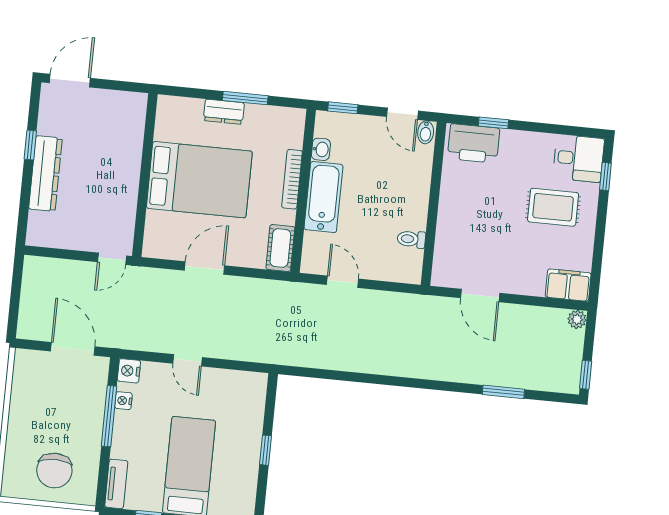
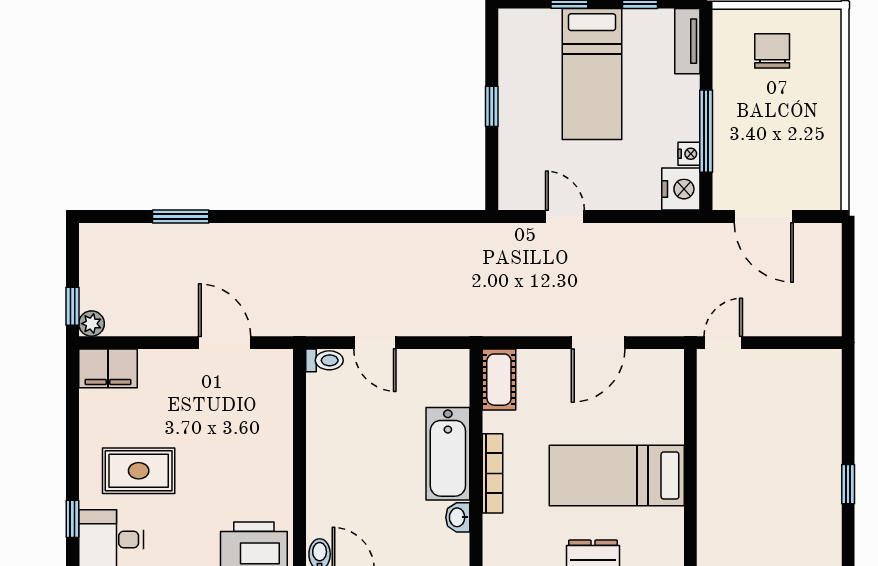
dresser: (45, 174) -> (824, 448), removed
bed: (199, 180) -> (617, 475), width x0.67
toilet: (411, 239) -> (324, 360), moved
door: (343, 282) -> (375, 343), moved
door: (187, 360) -> (565, 216), moved
nightstand: (129, 371) -> (681, 189), width x1.36, depth x1.33
window: (586, 375) -> (72, 306), moved
chair: (54, 471) -> (772, 51), width x0.73, depth x0.73

